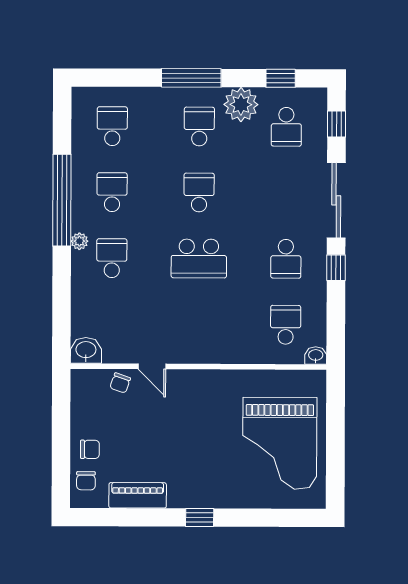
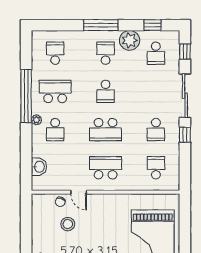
school desk: (112, 192) -> (55, 91), width x1.85
school desk: (199, 192) -> (106, 91), turned 180
school desk: (112, 258) -> (55, 130), turned 180
school desk: (199, 324) -> (106, 168), added
washbasin: (86, 350) -> (39, 167), moved, turned 90
washbasin: (316, 355) -> (173, 185), removed
stool: (133, 422) -> (68, 224), added
chair: (90, 449) -> (43, 240), removed

